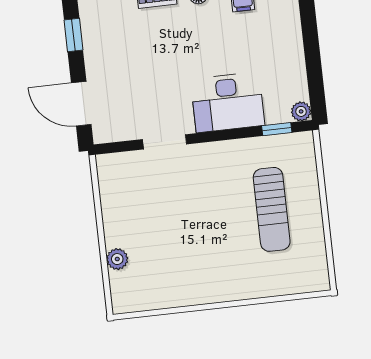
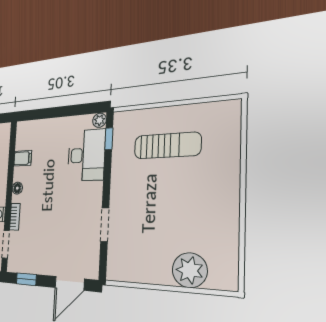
desk: (228, 102) -> (86, 155), moved
plant: (117, 259) -> (190, 270), width x1.88, depth x1.88

